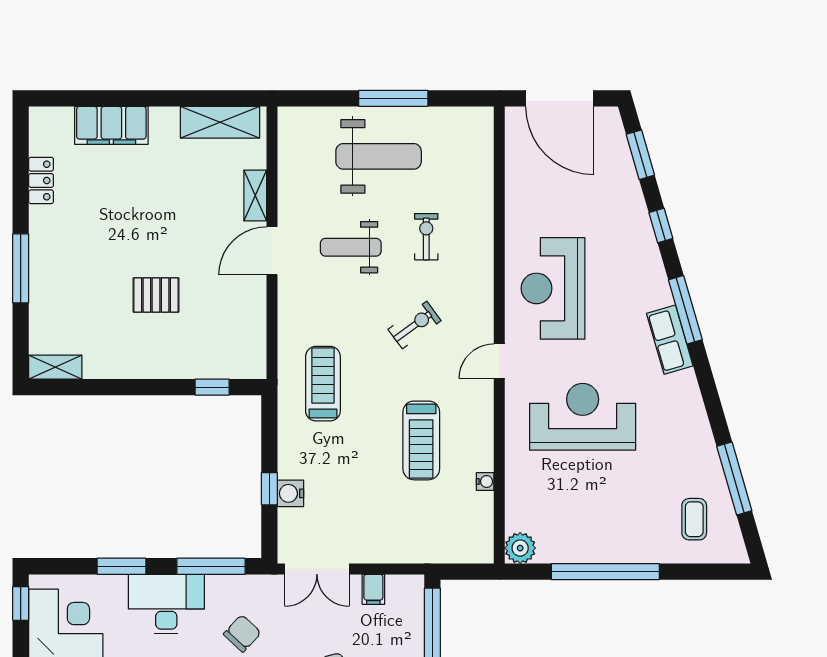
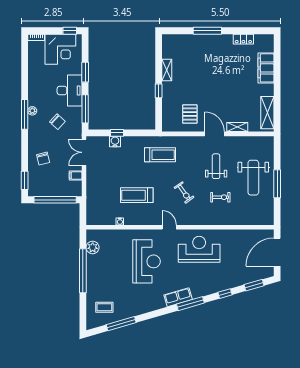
pallet: (156, 295) -> (190, 114), moved
shelving: (55, 367) -> (167, 70), moved
window: (212, 387) -> (159, 91), moved
plant: (520, 548) -> (93, 247), moved

